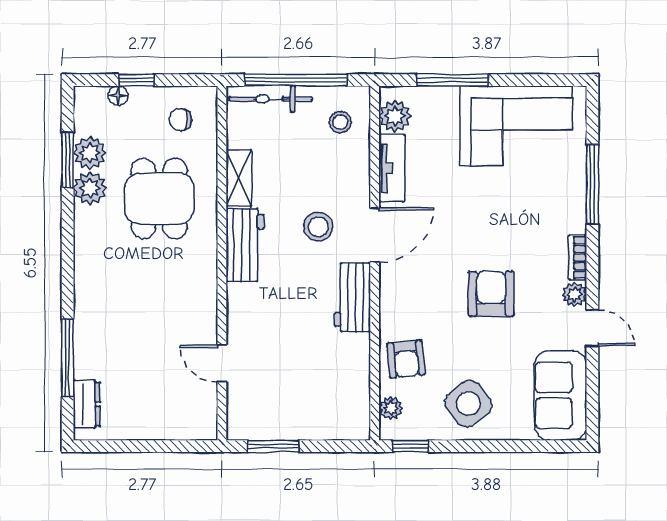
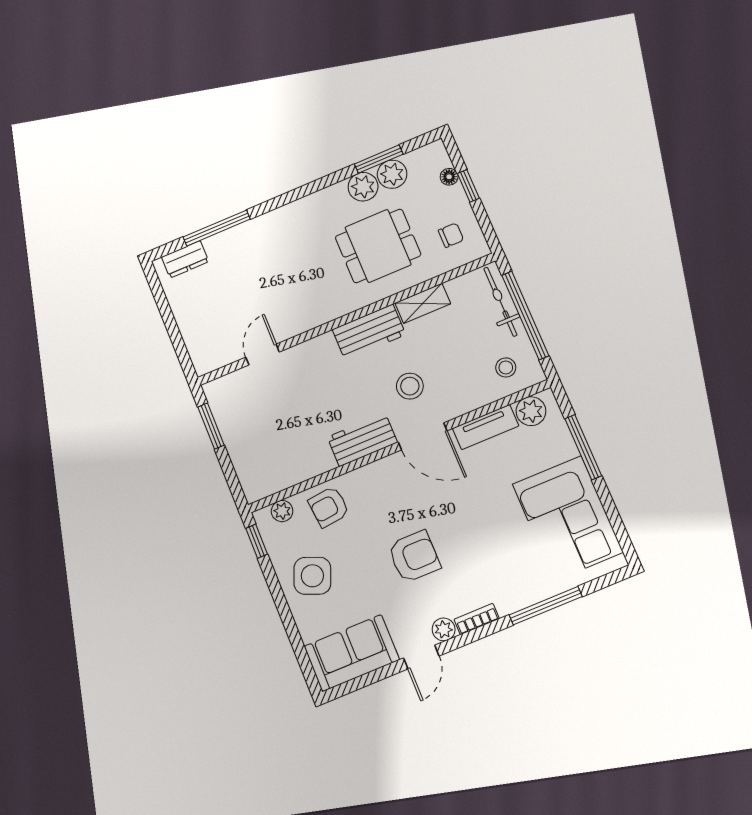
chair: (180, 120) -> (451, 235), turned 90
side table: (468, 404) -> (312, 576), turned -31

